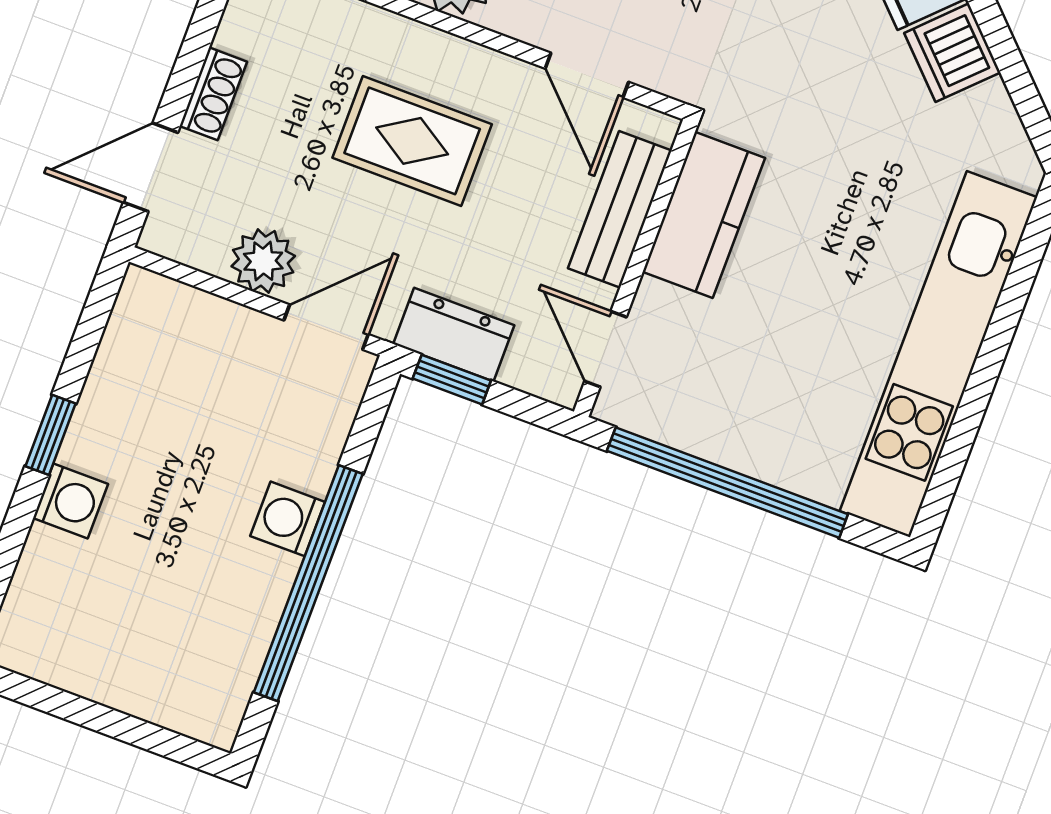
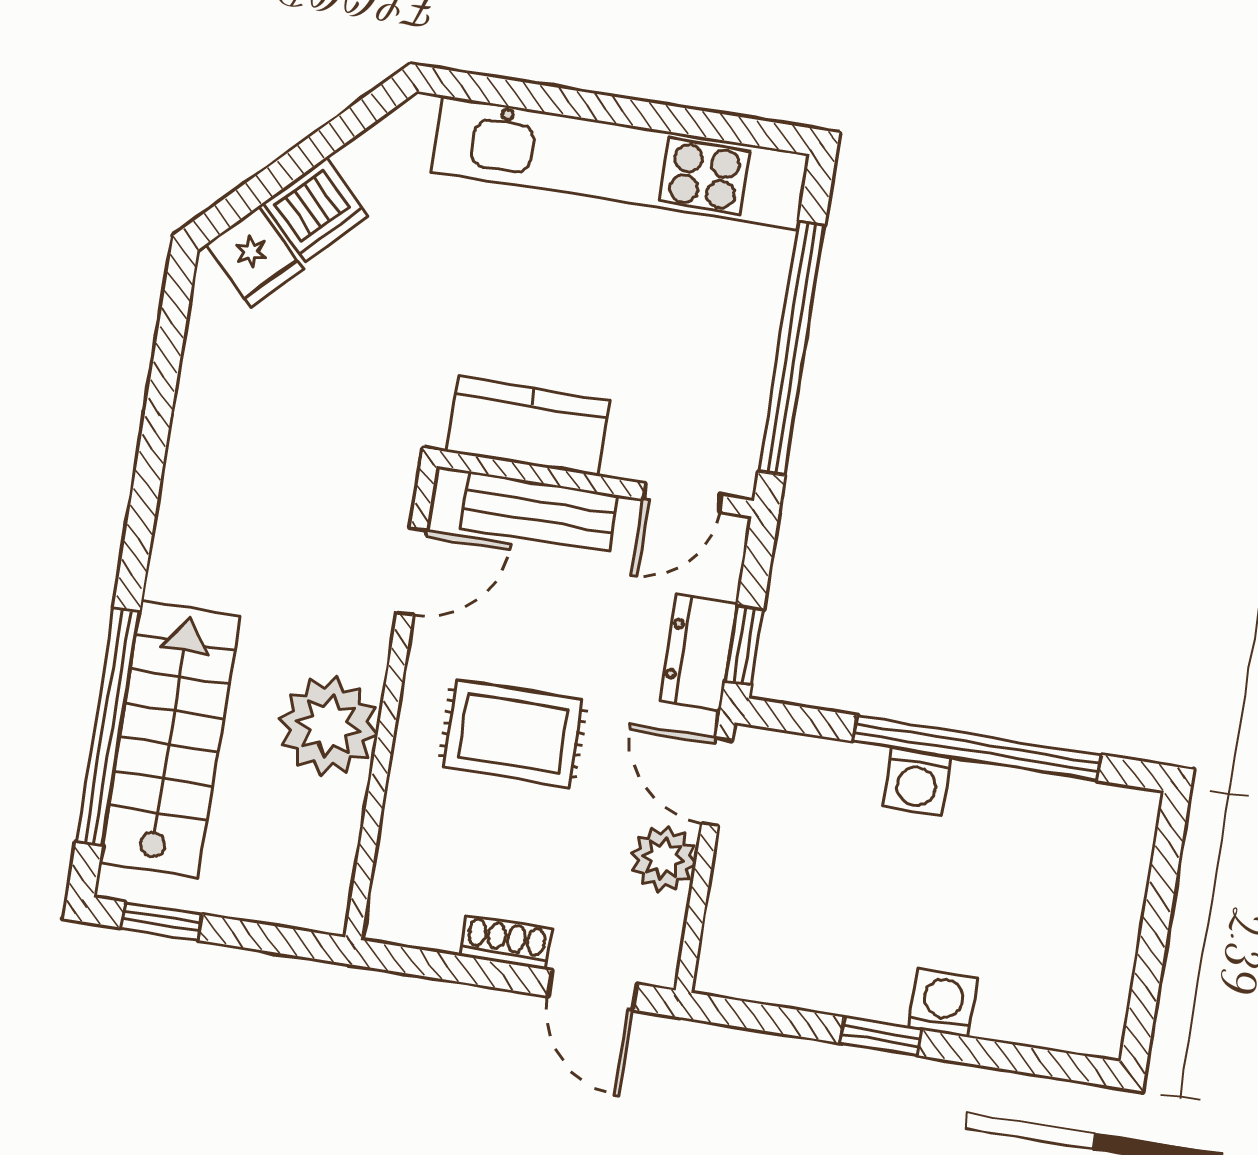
rug: (412, 141) -> (513, 733), turned 90

